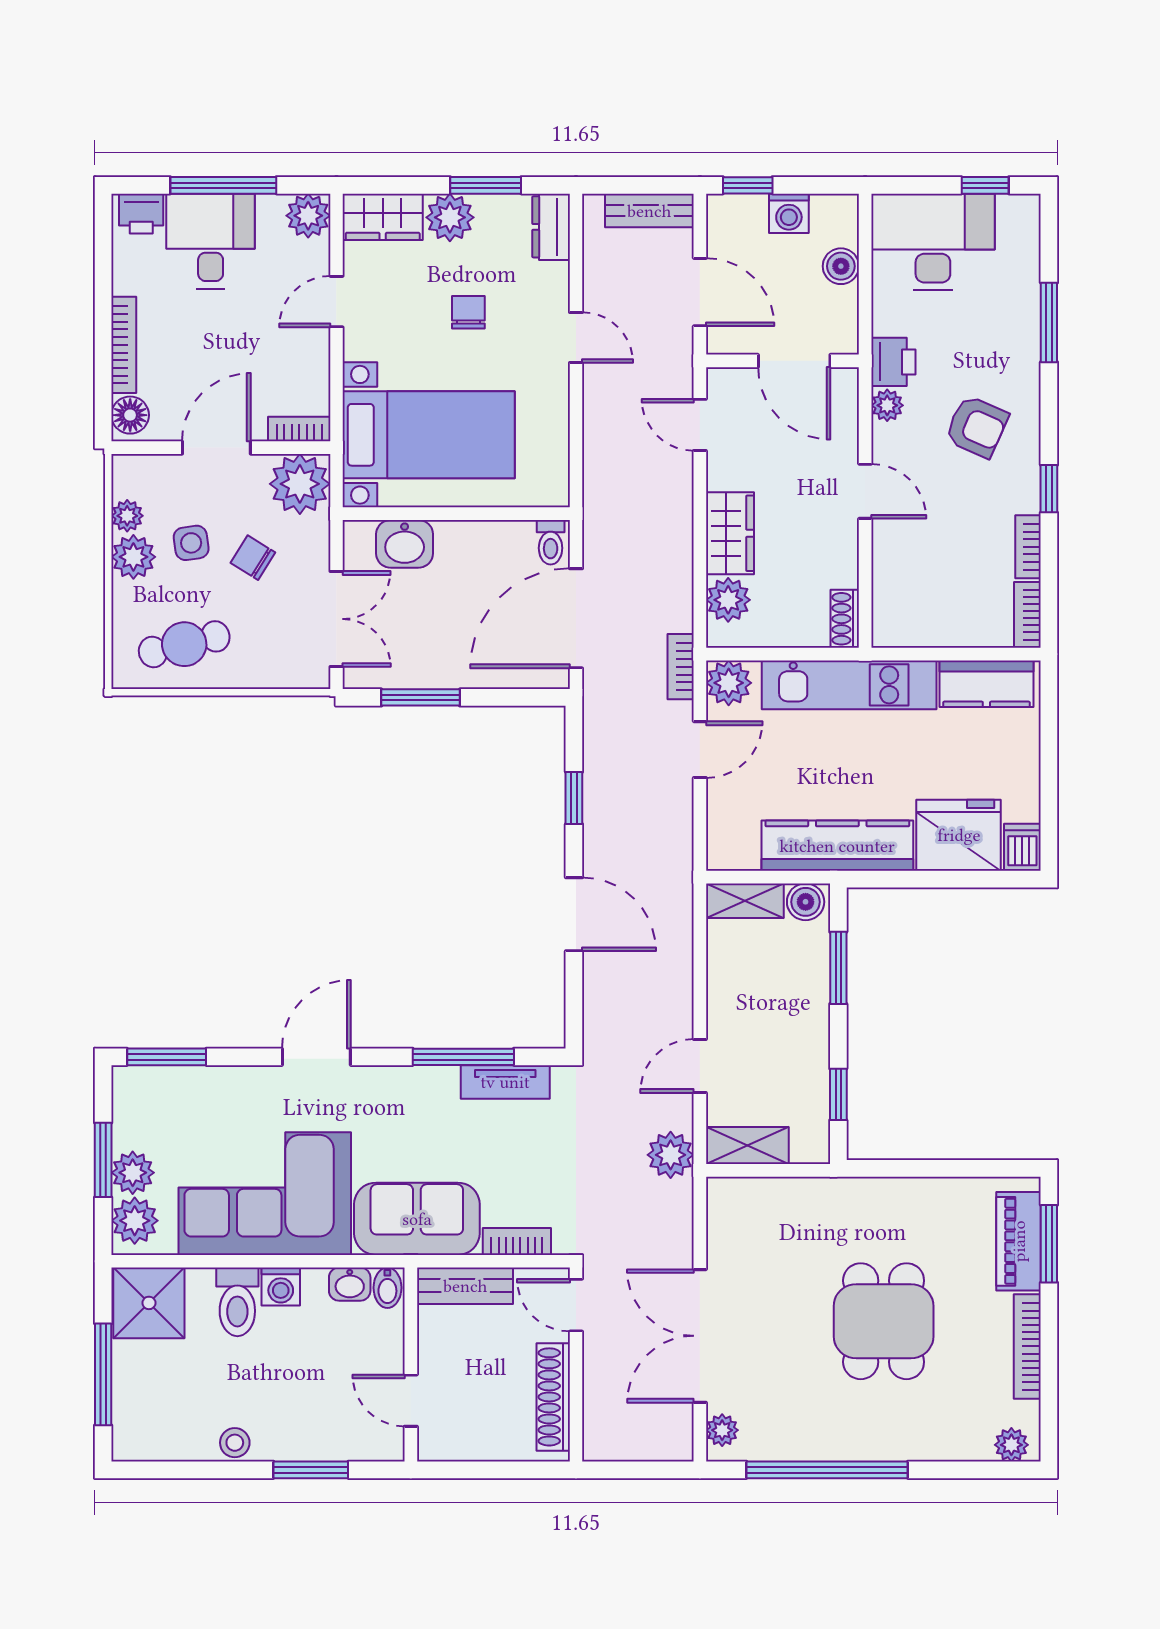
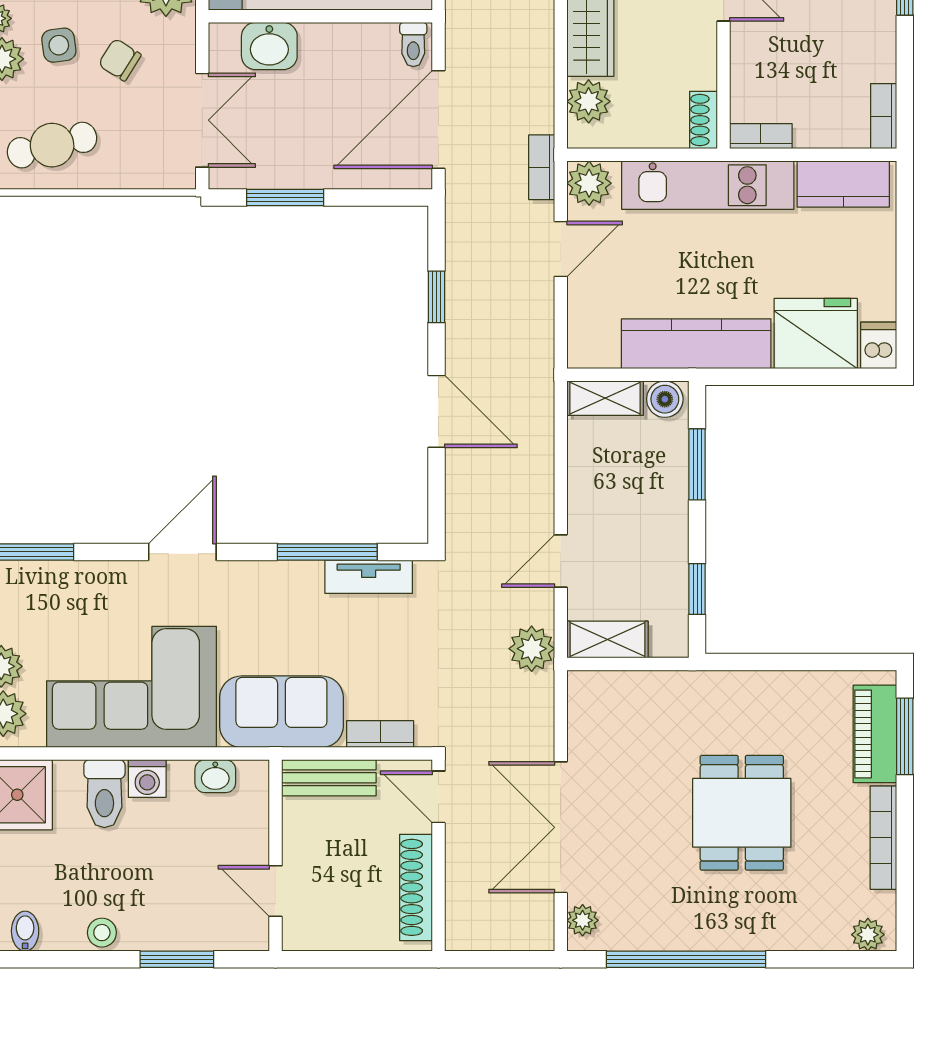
bookcase: (1028, 547) -> (761, 136), moved, turned 90
bidet: (387, 1288) -> (25, 931), moved, turned 180

